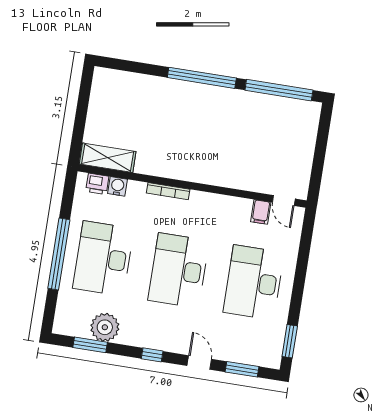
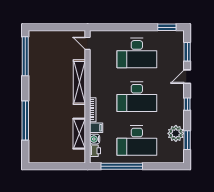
window: (202, 78) -> (25, 121), moved
shelving: (108, 158) -> (79, 134), moved
shelving: (219, 176) -> (79, 82), added
door: (284, 201) -> (88, 43), swing flipped
filing cabinet: (261, 212) -> (96, 128), moved
window: (59, 254) -> (122, 166), moved

